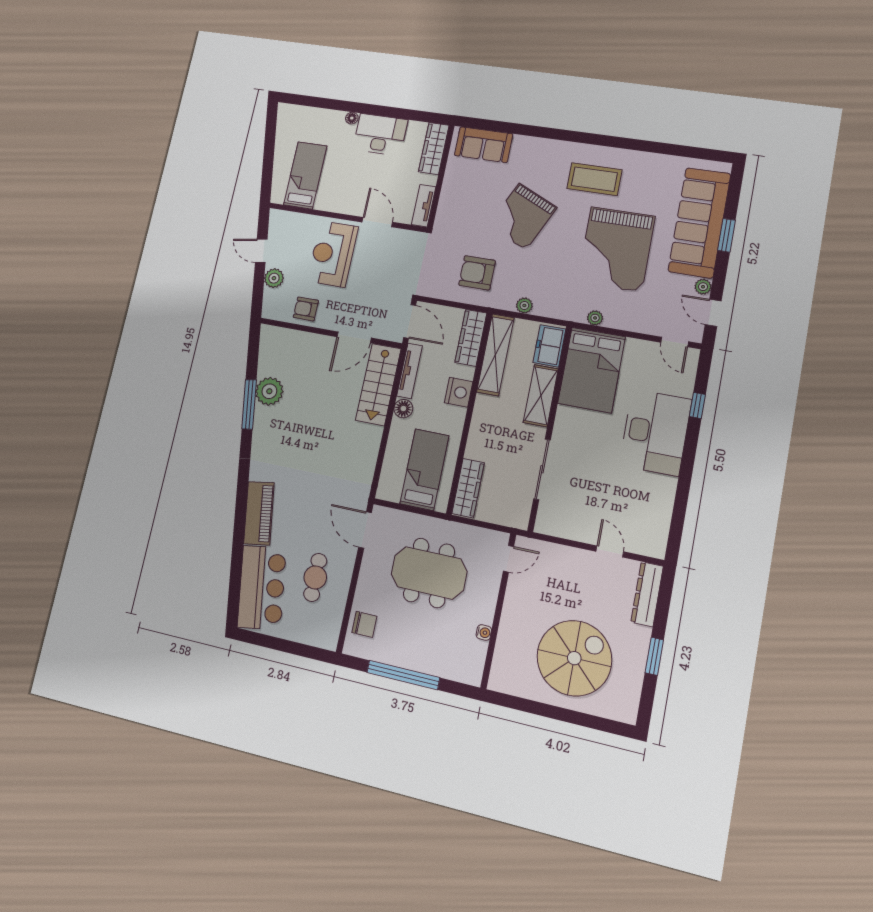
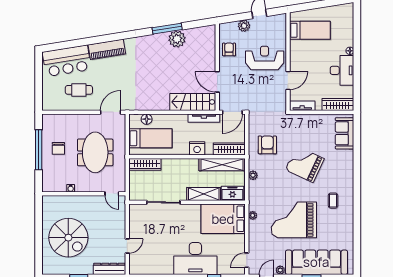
coffee table: (594, 179) -> (333, 201), width x0.54, depth x0.58
floor lamp: (403, 409) -> (147, 119), moved
chair: (364, 624) -> (58, 148), moved

